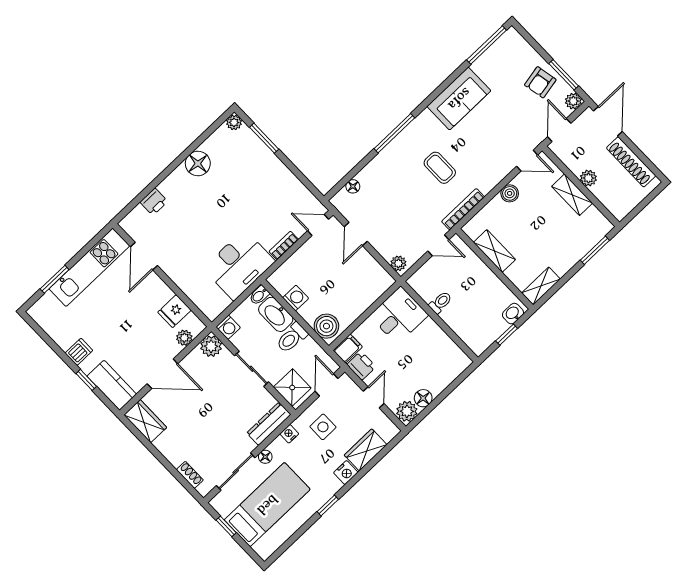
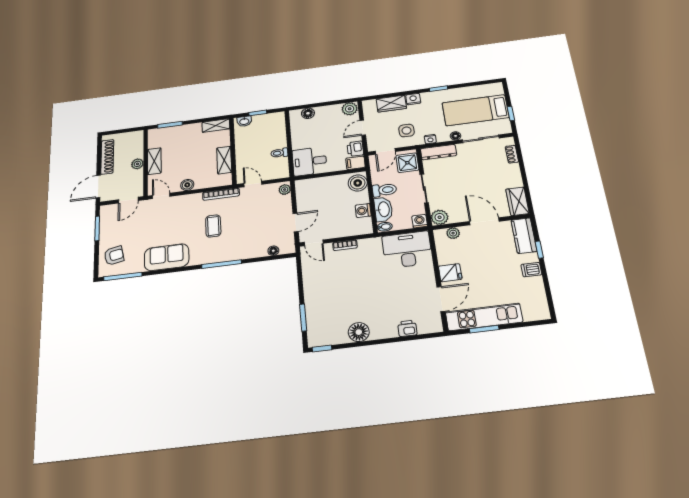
armchair: (540, 82) -> (114, 256), moved
plant: (573, 101) -> (106, 210), removed
window: (220, 121) -> (322, 348), added
plant: (234, 122) -> (314, 341), removed
desk: (239, 265) -> (407, 250), moved
window: (55, 279) -> (484, 329), moved
fridge: (174, 311) -> (450, 273), moved
floor lamp: (423, 398) -> (308, 113), moved

